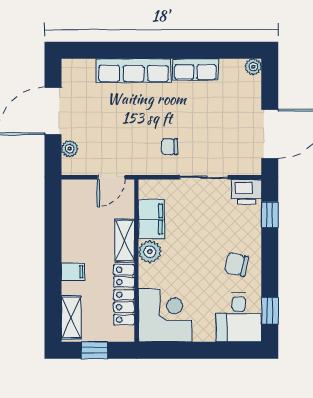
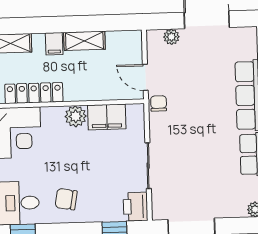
chair: (170, 147) -> (159, 103), moved
shelving: (125, 240) -> (84, 41), moved
chair: (236, 264) -> (66, 199), turned -93

